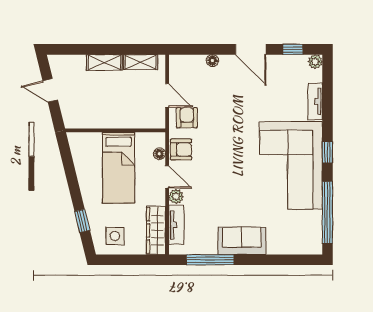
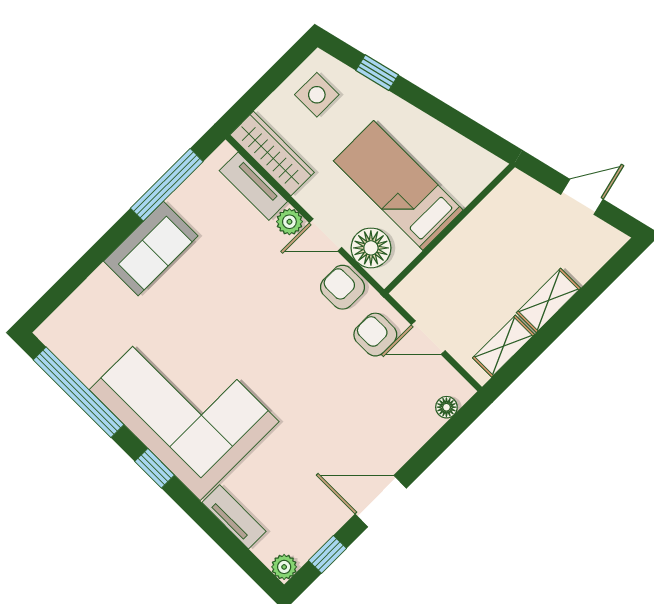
floor lamp: (212, 61) -> (446, 407), moved
armchair: (187, 118) -> (375, 335), turned 180
armchair: (181, 149) -> (342, 287), turned 90
floor lamp: (159, 154) -> (371, 248), width x1.89, depth x1.89

